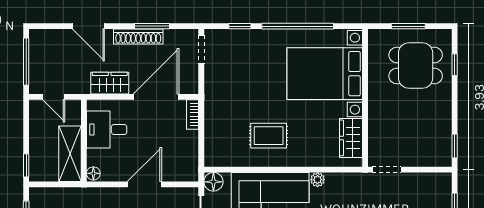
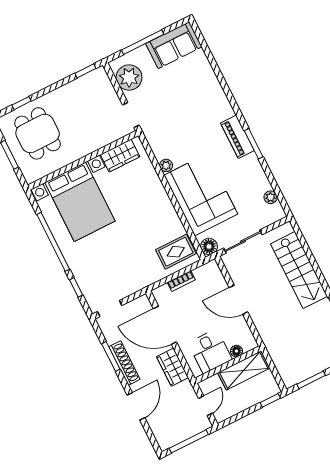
bookcase: (192, 115) -> (181, 281), moved
rug: (269, 136) -> (176, 252), moved, turned 90
floor lamp: (93, 173) -> (236, 351), moved
plant: (426, 187) -> (129, 77), added

